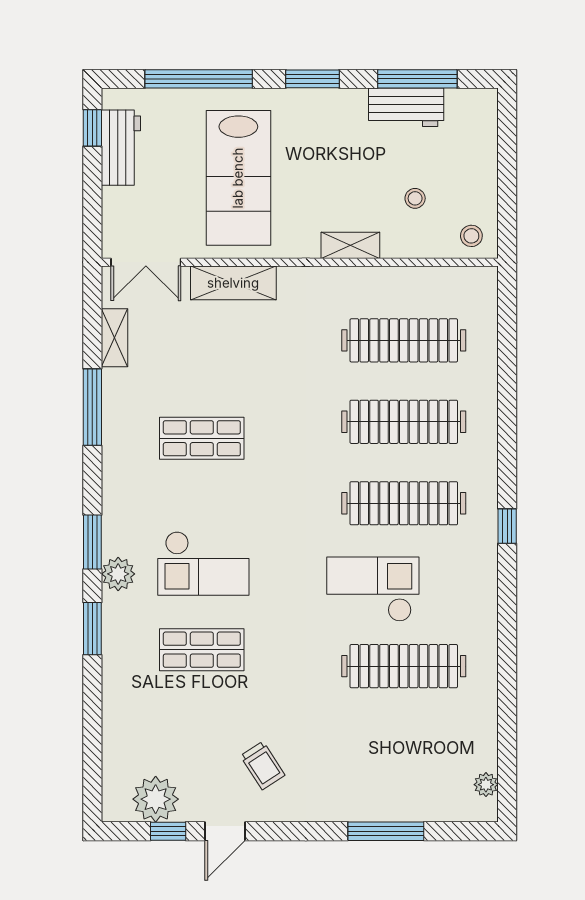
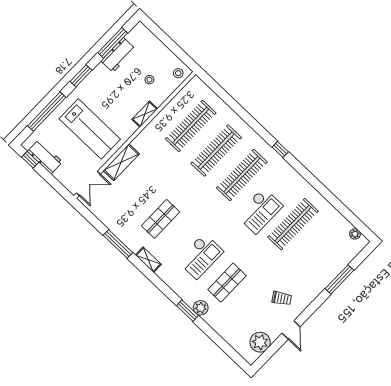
shelving: (115, 338) -> (148, 260), moved
window: (92, 542) -> (160, 285), removed
plant: (118, 574) -> (201, 308), moved
checkout: (373, 589) -> (260, 211), turned 180
window: (168, 831) -> (274, 348), removed

